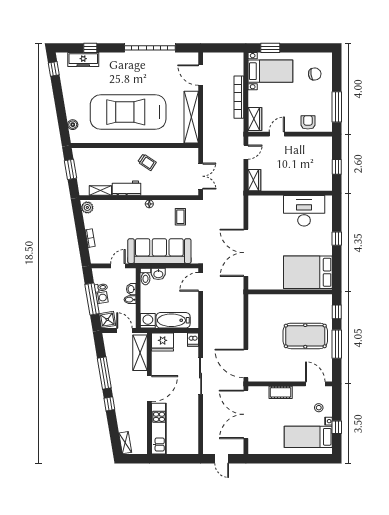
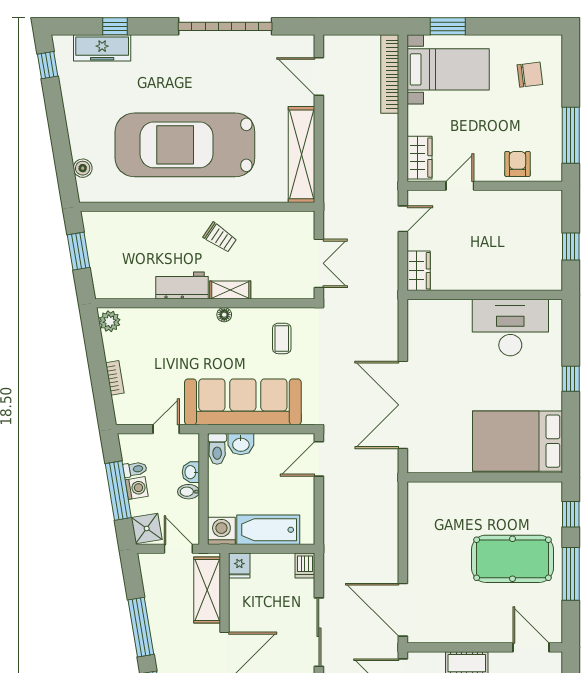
bookcase: (239, 97) -> (390, 74), moved
shelving: (100, 191) -> (230, 290), moved
fridge: (163, 342) -> (239, 566), width x0.53, depth x0.75

